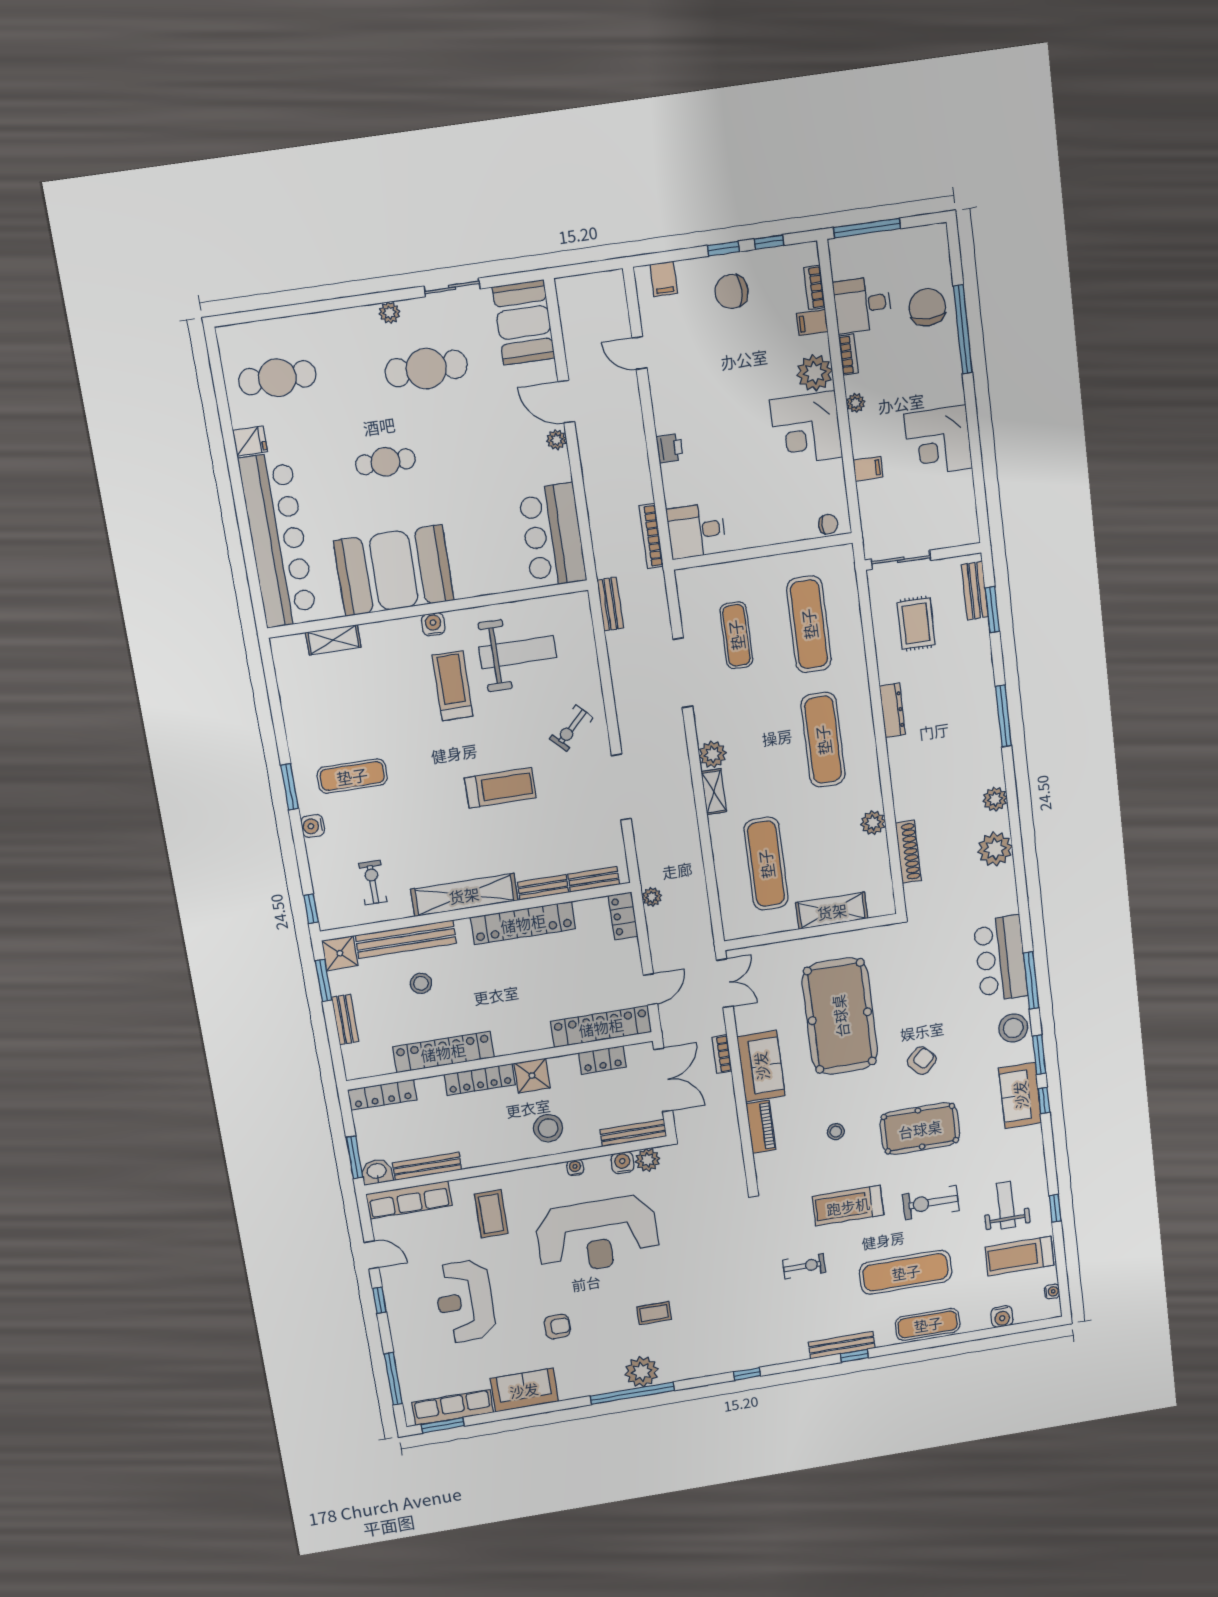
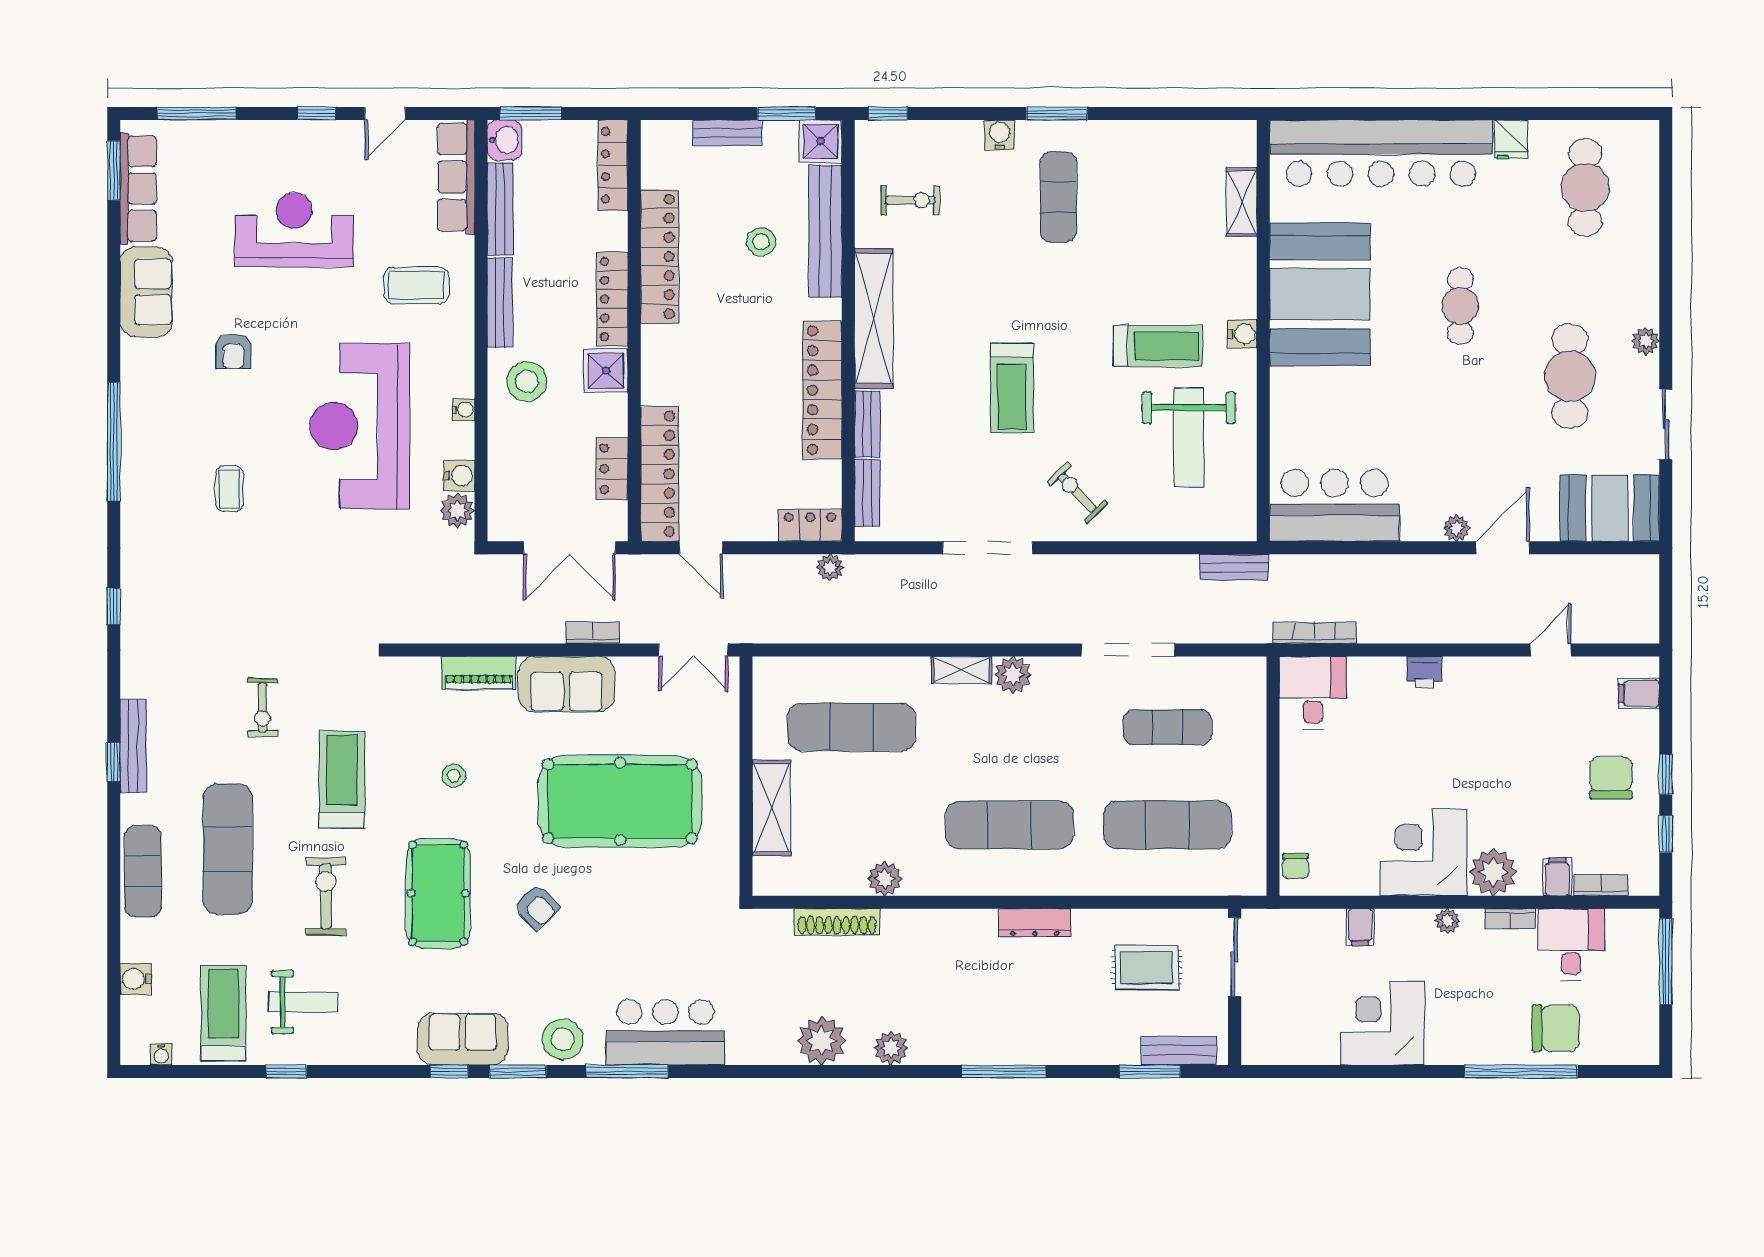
bench: (633, 1133) -> (500, 303), moved
plant: (642, 1372) -> (144, 459), removed

